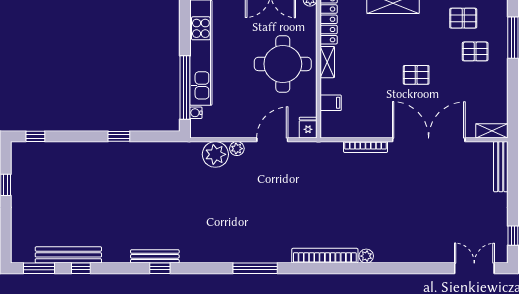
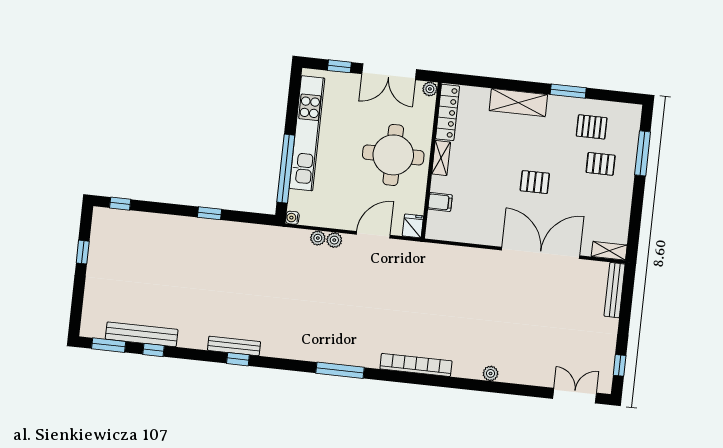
water cooler: (196, 113) -> (292, 218), moved
bookcase: (366, 147) -> (472, 253), removed
plant: (215, 154) -> (318, 238), width x0.53, depth x0.53
plant: (366, 256) -> (491, 373), moved

